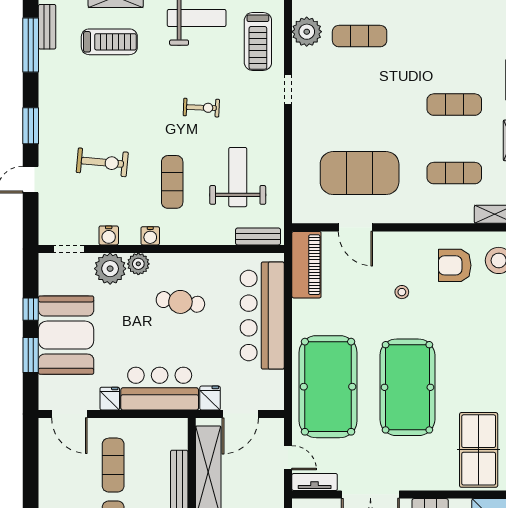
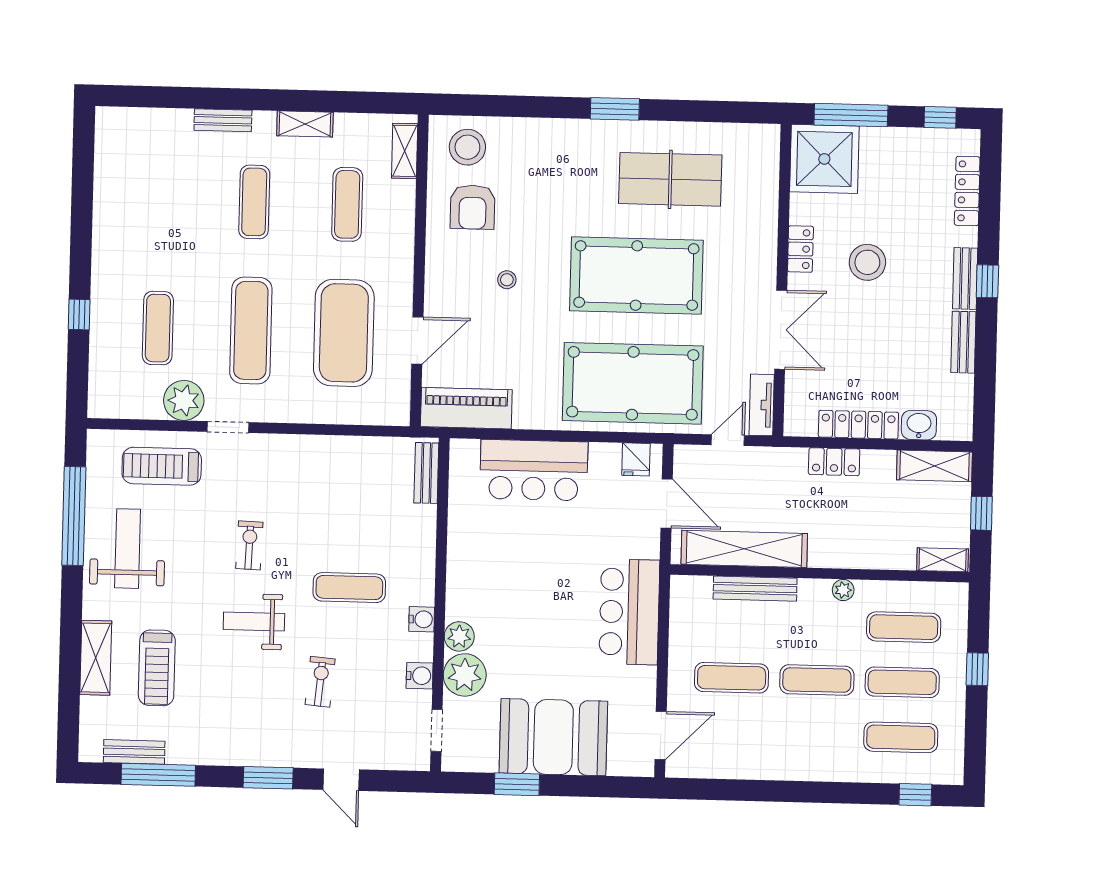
plant: (307, 32) -> (184, 400), moved
treadmill: (258, 41) -> (162, 466), turned 180
treadmill: (109, 42) -> (157, 668), turned 180
exercise mat: (360, 105) -> (251, 330), added
exercise bike: (102, 162) -> (320, 682), width x0.73, depth x0.72
weight bench: (238, 177) -> (254, 621), moved, width x0.73, depth x0.75
cafe table: (180, 302) -> (512, 581), removed
window: (31, 309) -> (517, 784), width x1.50
bar counter: (262, 316) -> (534, 470), width x0.73
window: (31, 355) -> (579, 786), removed
fridge: (210, 398) -> (636, 459), moved, turned -90
fridge: (110, 399) -> (641, 680), removed
table tennis table: (479, 450) -> (670, 179), moved

